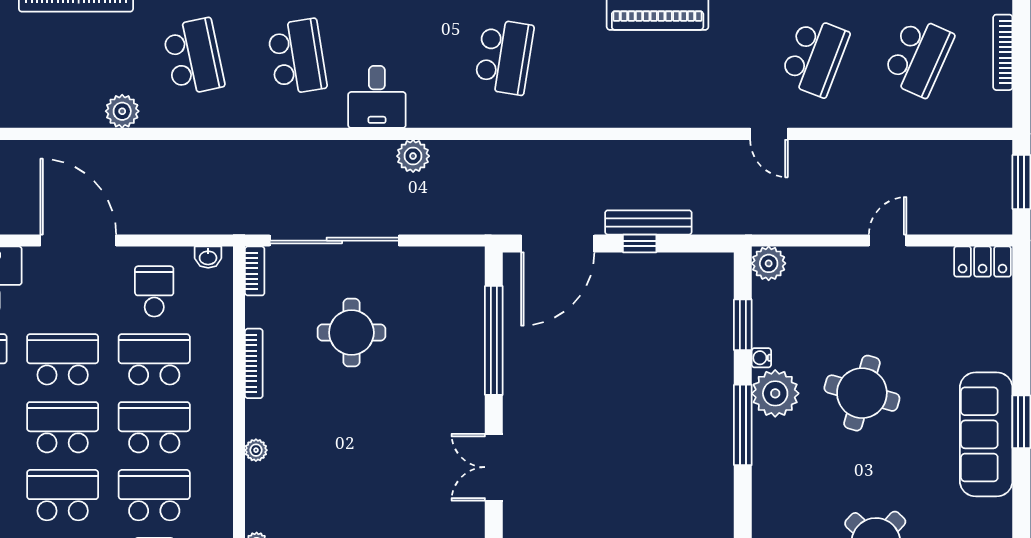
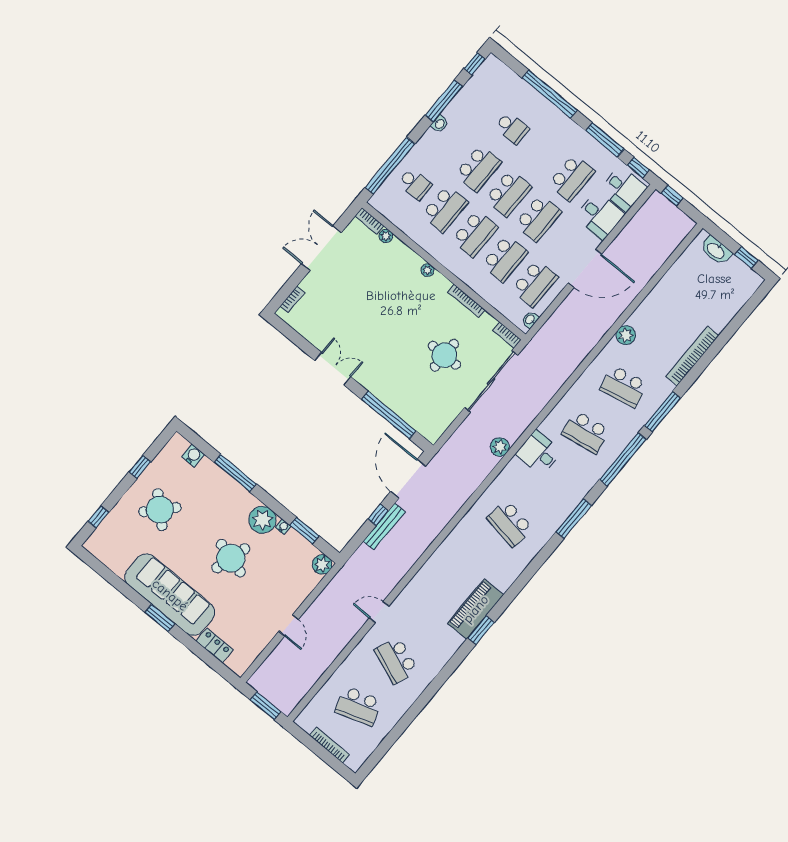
school desk: (918, 57) -> (358, 706), turned -42
locker: (983, 262) -> (214, 645), moved, turned 90
school desk: (154, 291) -> (535, 283), width x1.85
window: (743, 425) -> (235, 473), moved
sofa: (986, 434) -> (170, 595), width x1.36, depth x1.27

